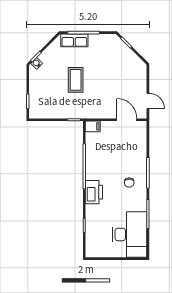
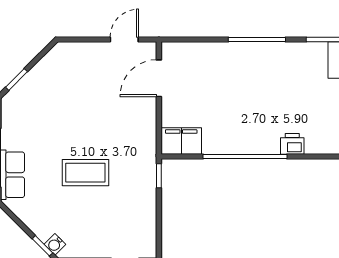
filing cabinet: (93, 126) -> (181, 141), width x2.00
chair: (129, 183) -> (275, 74), removed
printer: (94, 192) -> (292, 144), width x0.53, depth x0.68

